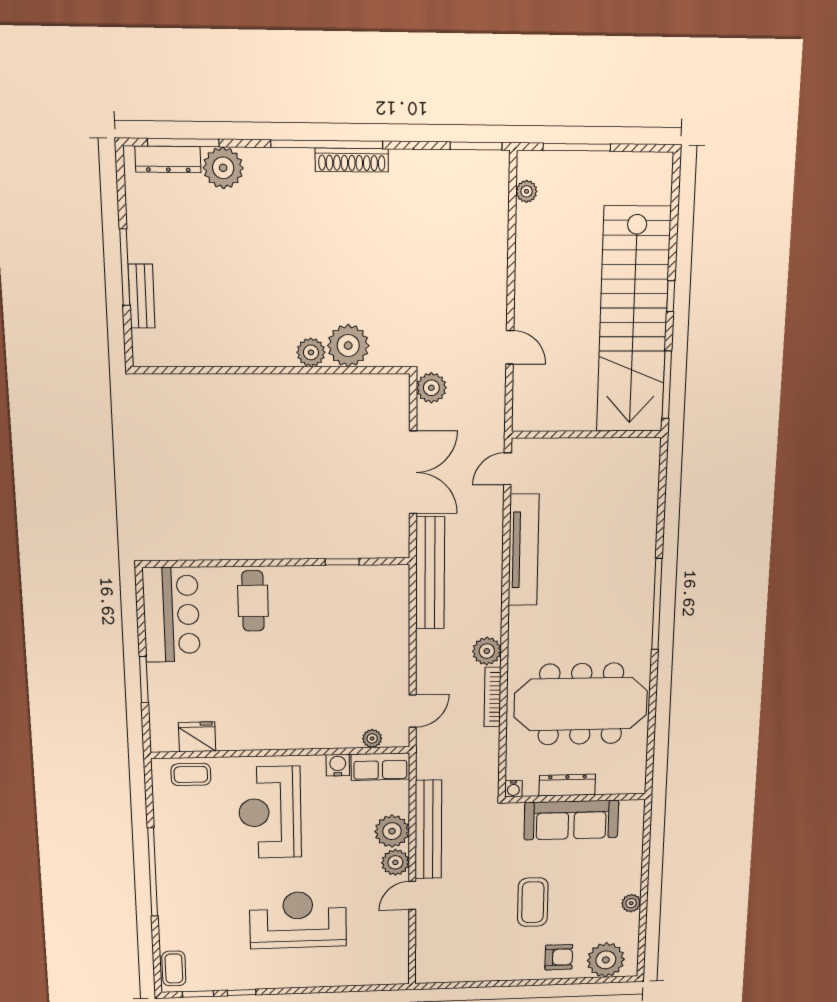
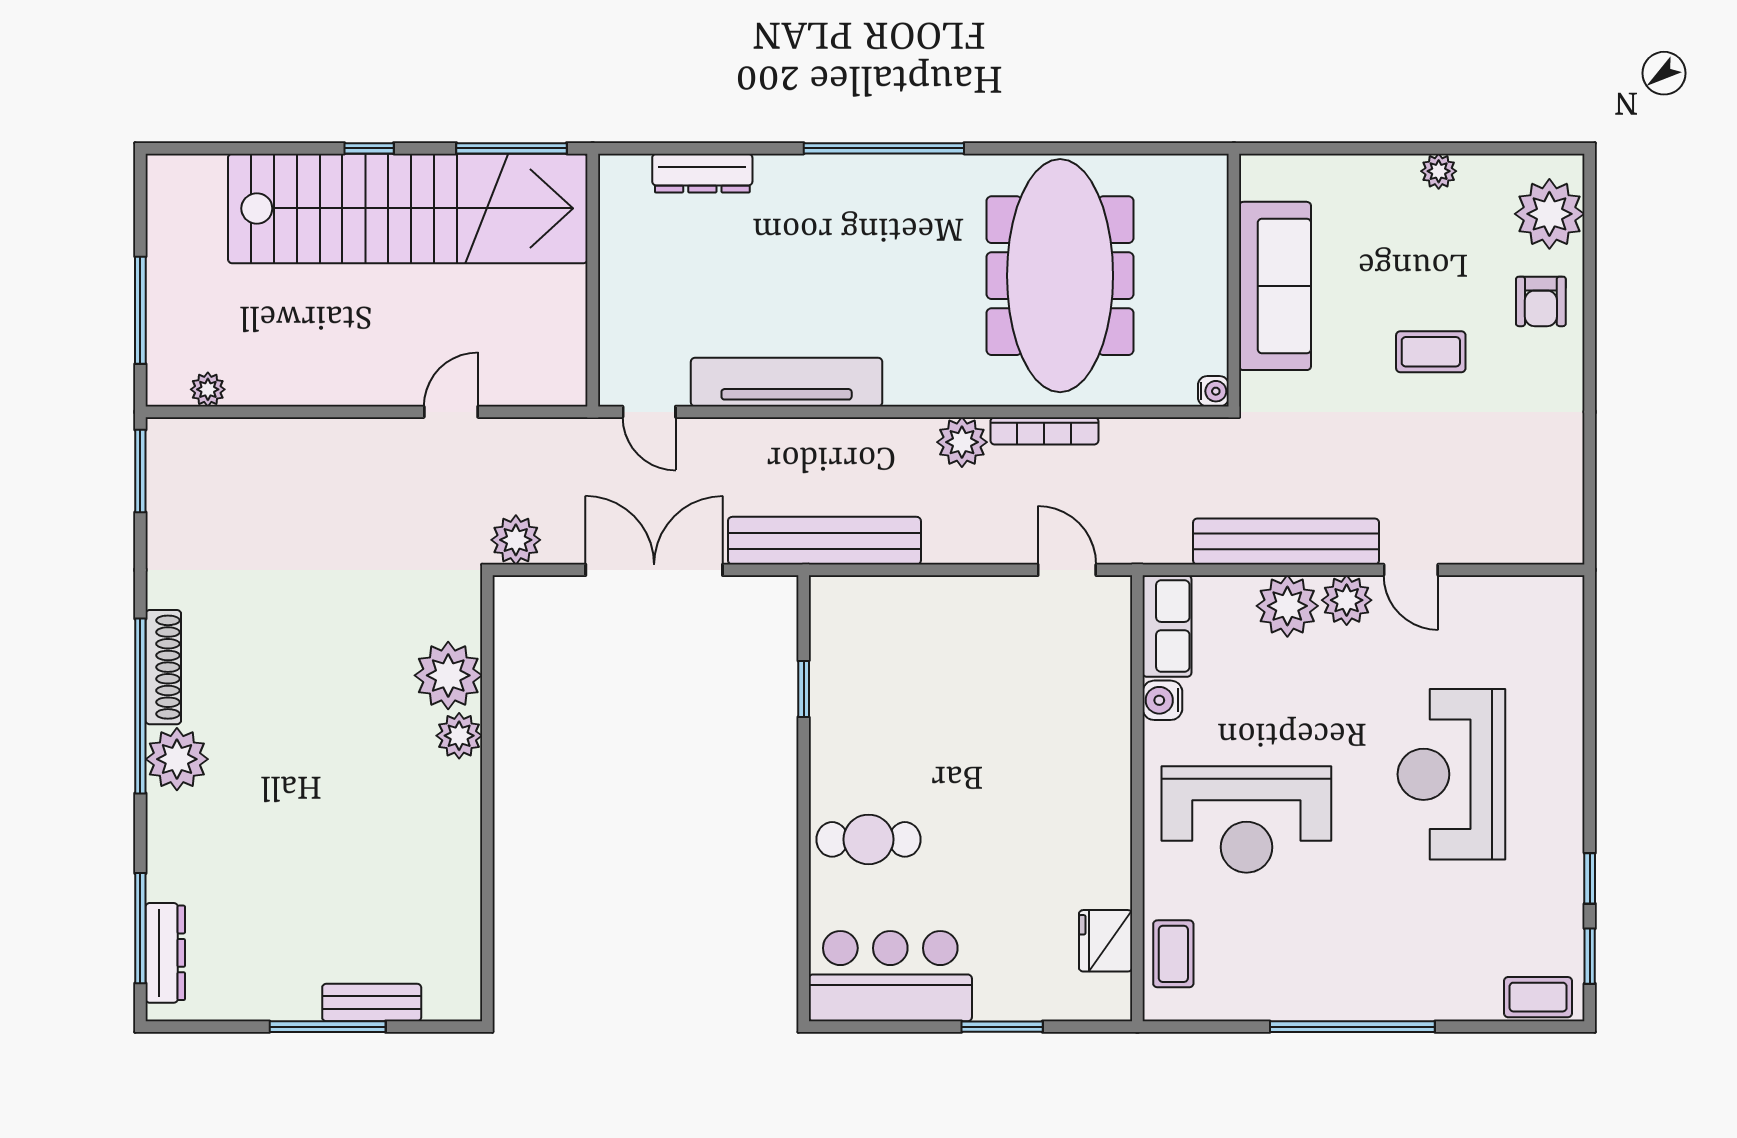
plant: (223, 168) -> (177, 759), moved
plant: (372, 738) -> (1115, 640), removed
dresser: (567, 785) -> (702, 173), moved, turned -90
coffee table: (533, 902) -> (1431, 352), width x0.73, depth x0.77
armchair: (559, 957) -> (1541, 301), turned 180

